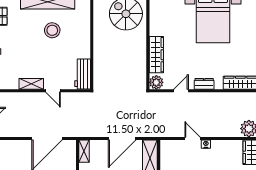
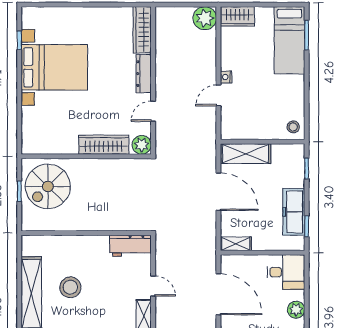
dresser: (204, 84) -> (144, 74), width x1.44
door: (53, 91) -> (153, 286), hinge flipped
door: (181, 91) -> (153, 111), hinge flipped

